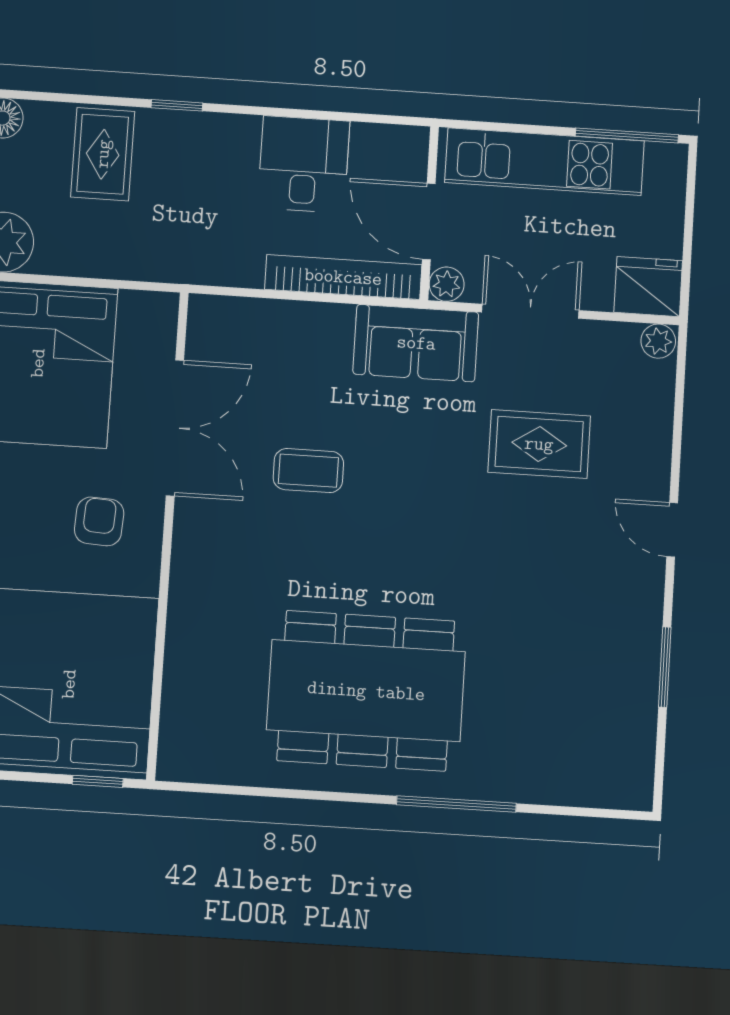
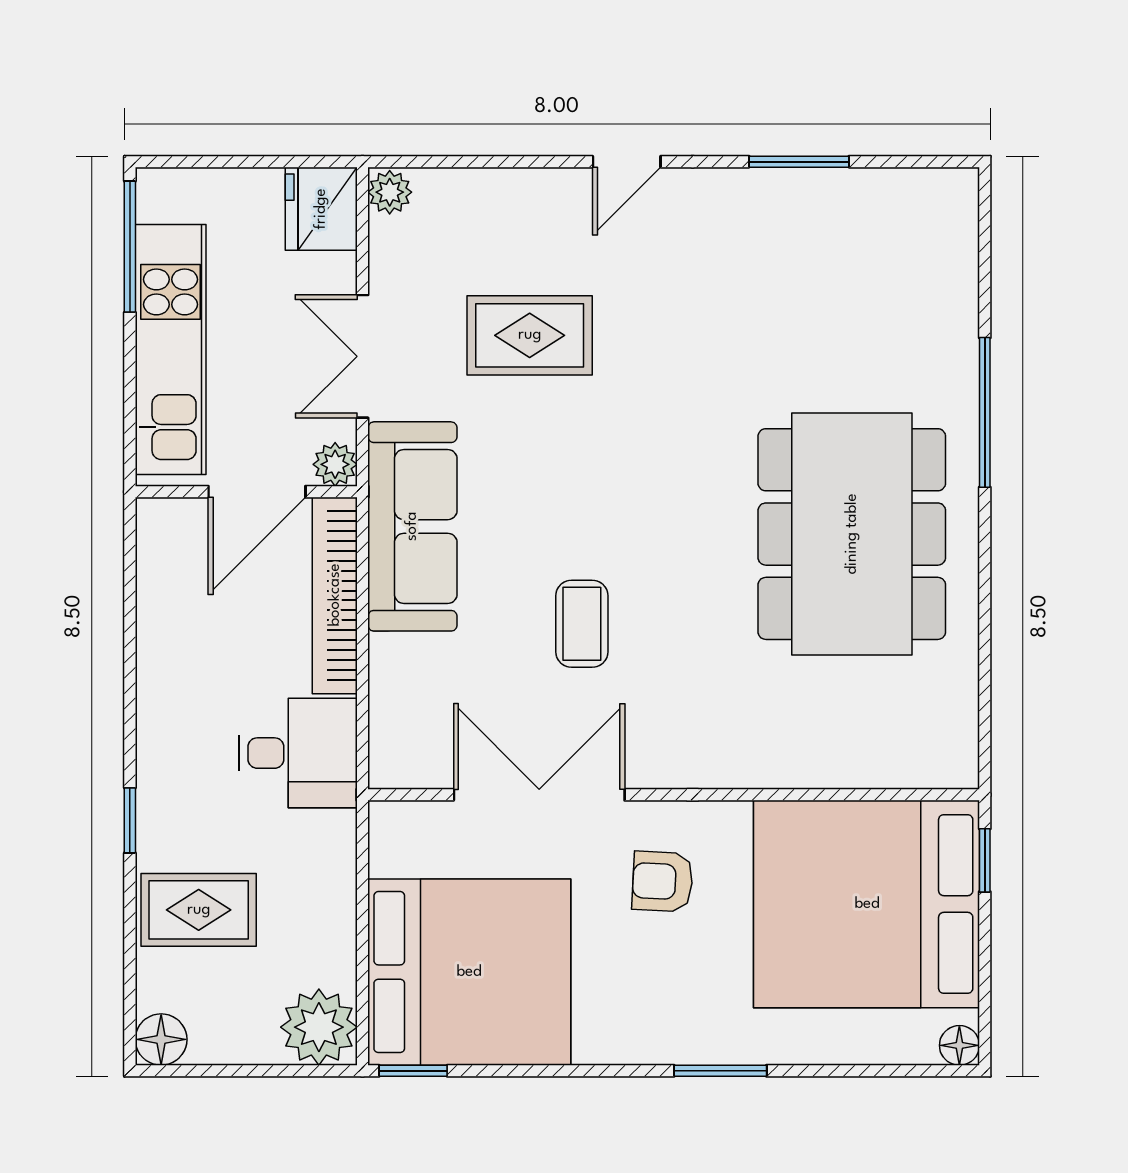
desk: (304, 164) -> (298, 753), moved, turned 180
sofa: (416, 343) -> (412, 526), width x1.36
rug: (539, 444) -> (530, 335), turned 90

